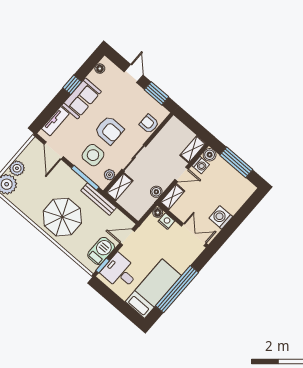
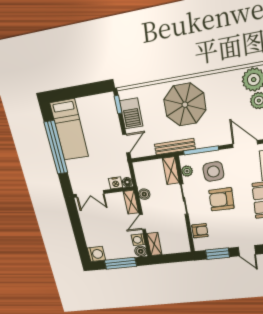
washing machine: (221, 217) -> (96, 254), moved
desk: (120, 272) -> (102, 114), removed

